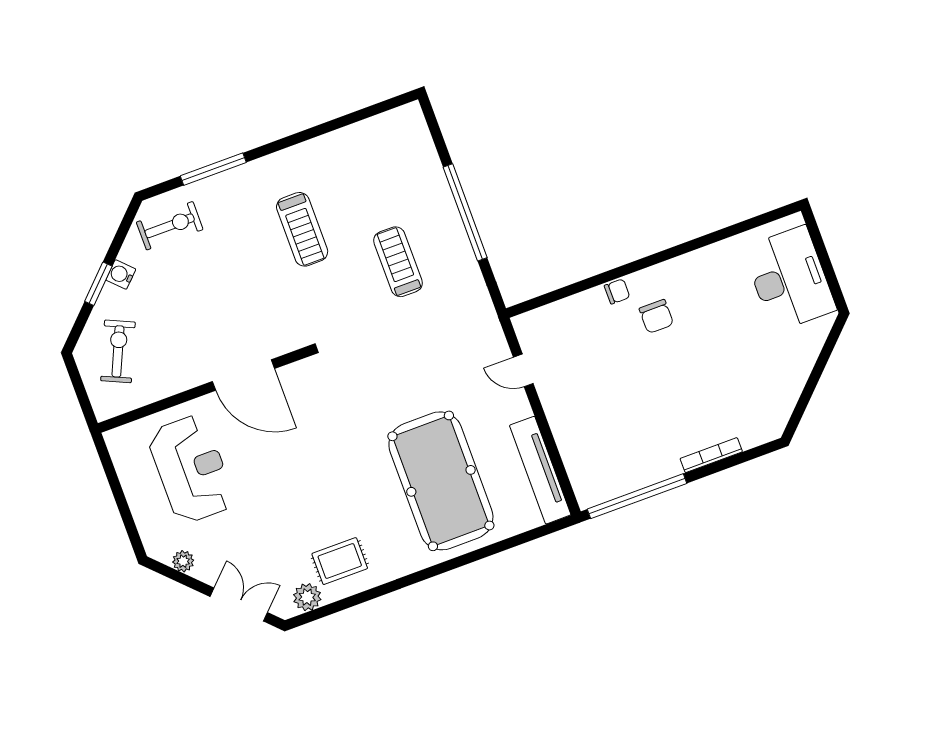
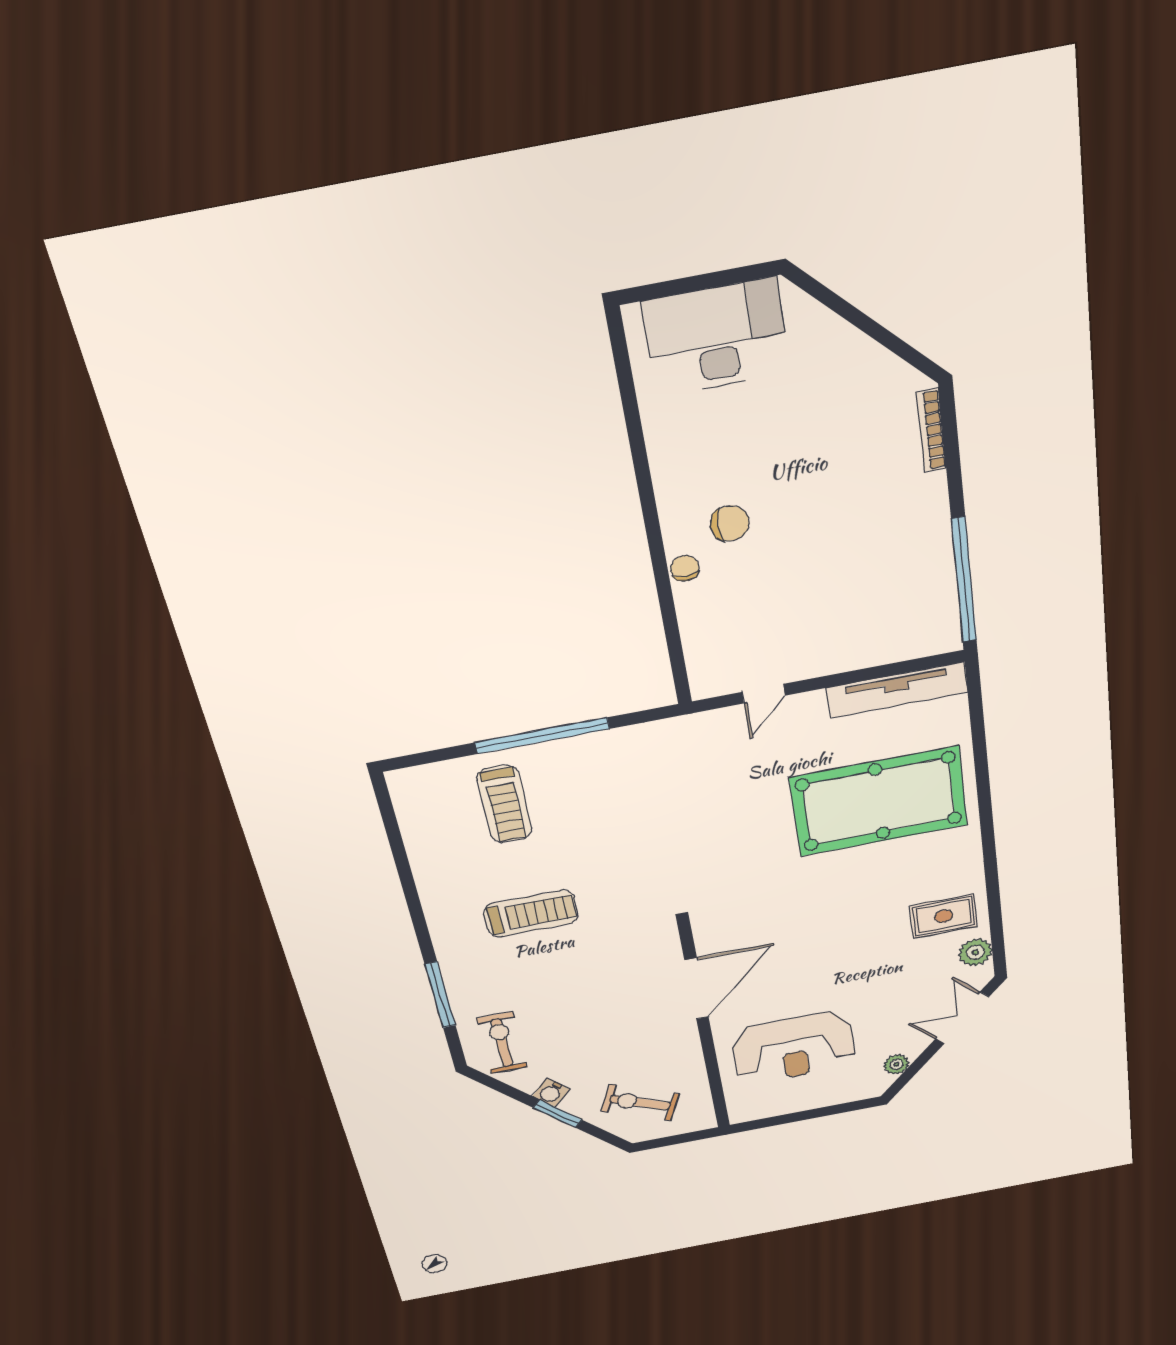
treadmill: (398, 262) -> (504, 804), moved, turned -90
bookcase: (711, 455) -> (931, 430), moved
reception desk: (191, 469) -> (794, 1048), turned 180
rug: (340, 561) -> (944, 916), turned 90

